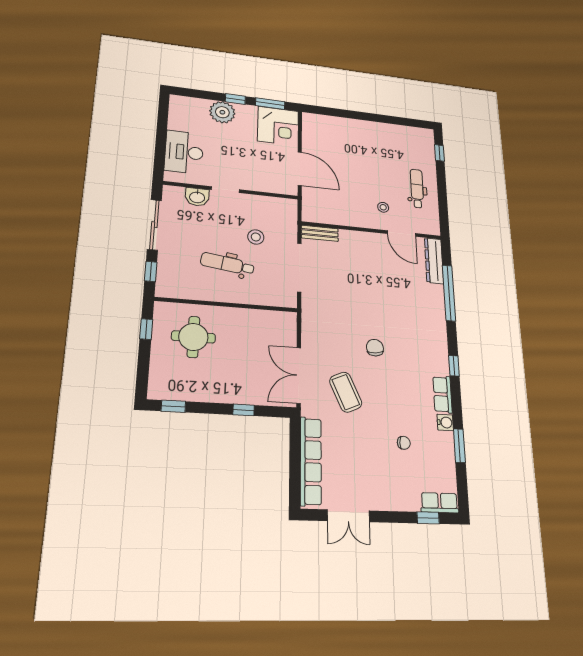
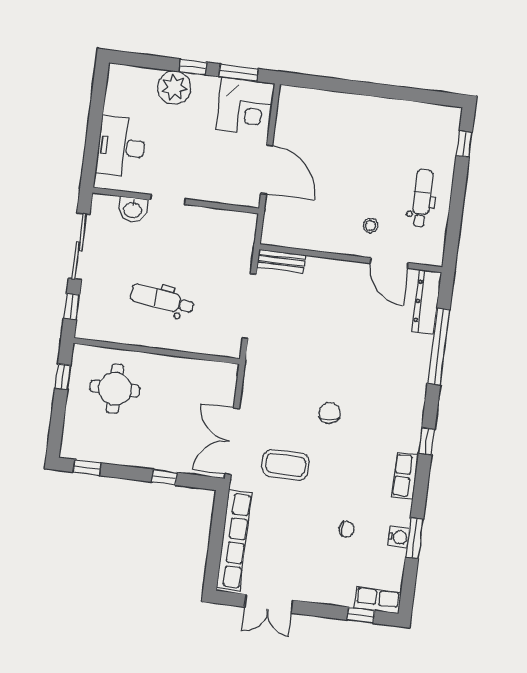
stool: (256, 237) -> (200, 265), removed
coffee table: (346, 392) -> (286, 465), turned -66
water cooler: (445, 422) -> (399, 537), moved

